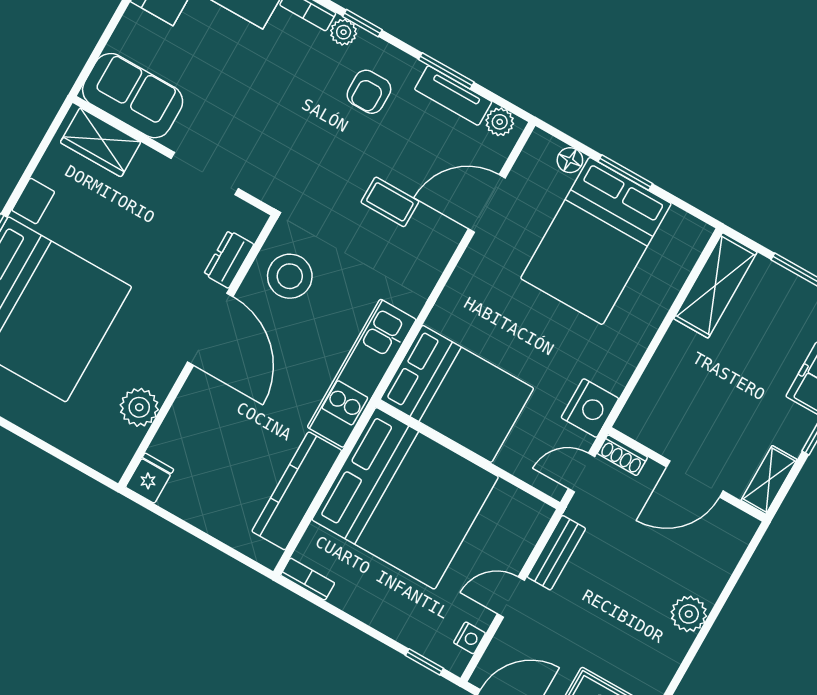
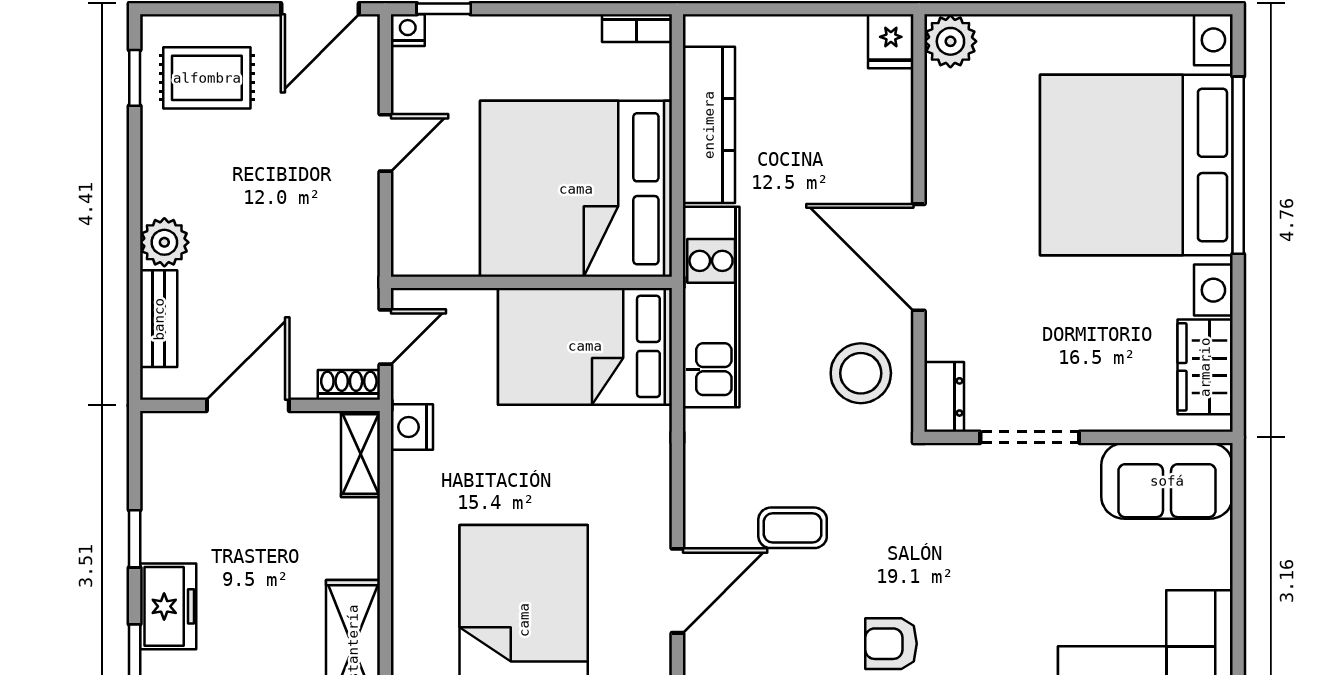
armchair: (369, 92) -> (891, 644), turned -90
wardrobe: (101, 142) -> (1205, 367), moved, turned -90
dresser: (229, 259) -> (944, 397), moved
plant: (139, 407) -> (950, 41), moved
nightstand: (590, 408) -> (412, 427), width x0.74, depth x0.75
shelving: (769, 480) -> (361, 454), moved
bench: (556, 553) -> (159, 319), moved
nightstand: (469, 638) -> (408, 30), moved, turned 90

